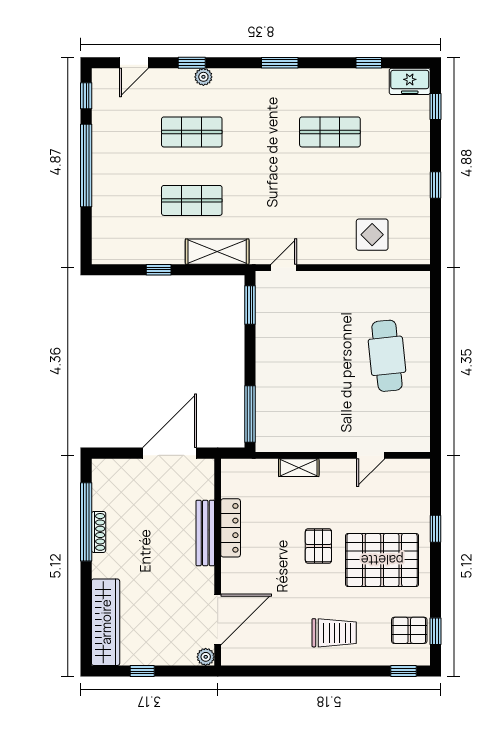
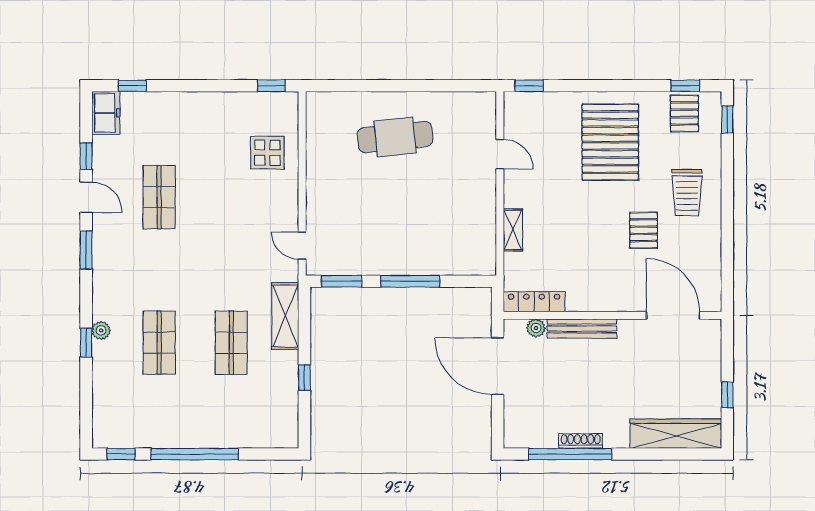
door: (134, 63) -> (86, 197), moved
window: (436, 185) -> (271, 86), moved
window: (250, 414) -> (410, 281), moved
locker: (231, 528) -> (534, 302), moved
window: (436, 529) -> (529, 86), moved
pallet: (318, 546) -> (644, 230), moved, turned 90
trolley: (334, 633) -> (687, 193), turned 180
plant: (206, 657) -> (536, 328), moved

